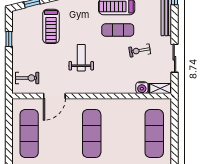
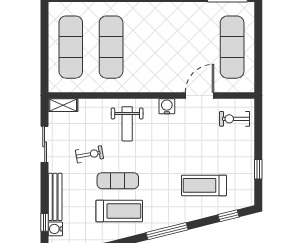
treadmill: (51, 26) -> (204, 185), turned -90
weight bench: (81, 58) -> (127, 124), moved
water cooler: (142, 88) -> (167, 106), moved
exercise mat: (92, 134) -> (111, 47), moved

